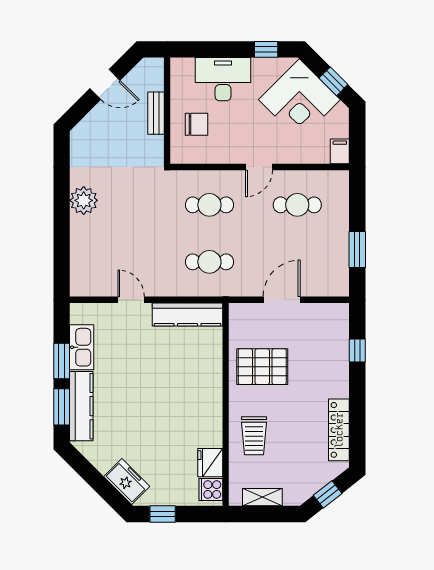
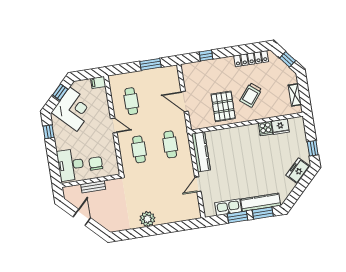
desk: (223, 79) -> (71, 165), moved
trolley: (254, 436) -> (251, 95), moved, turned 129
cooker: (211, 490) -> (266, 129), moved

